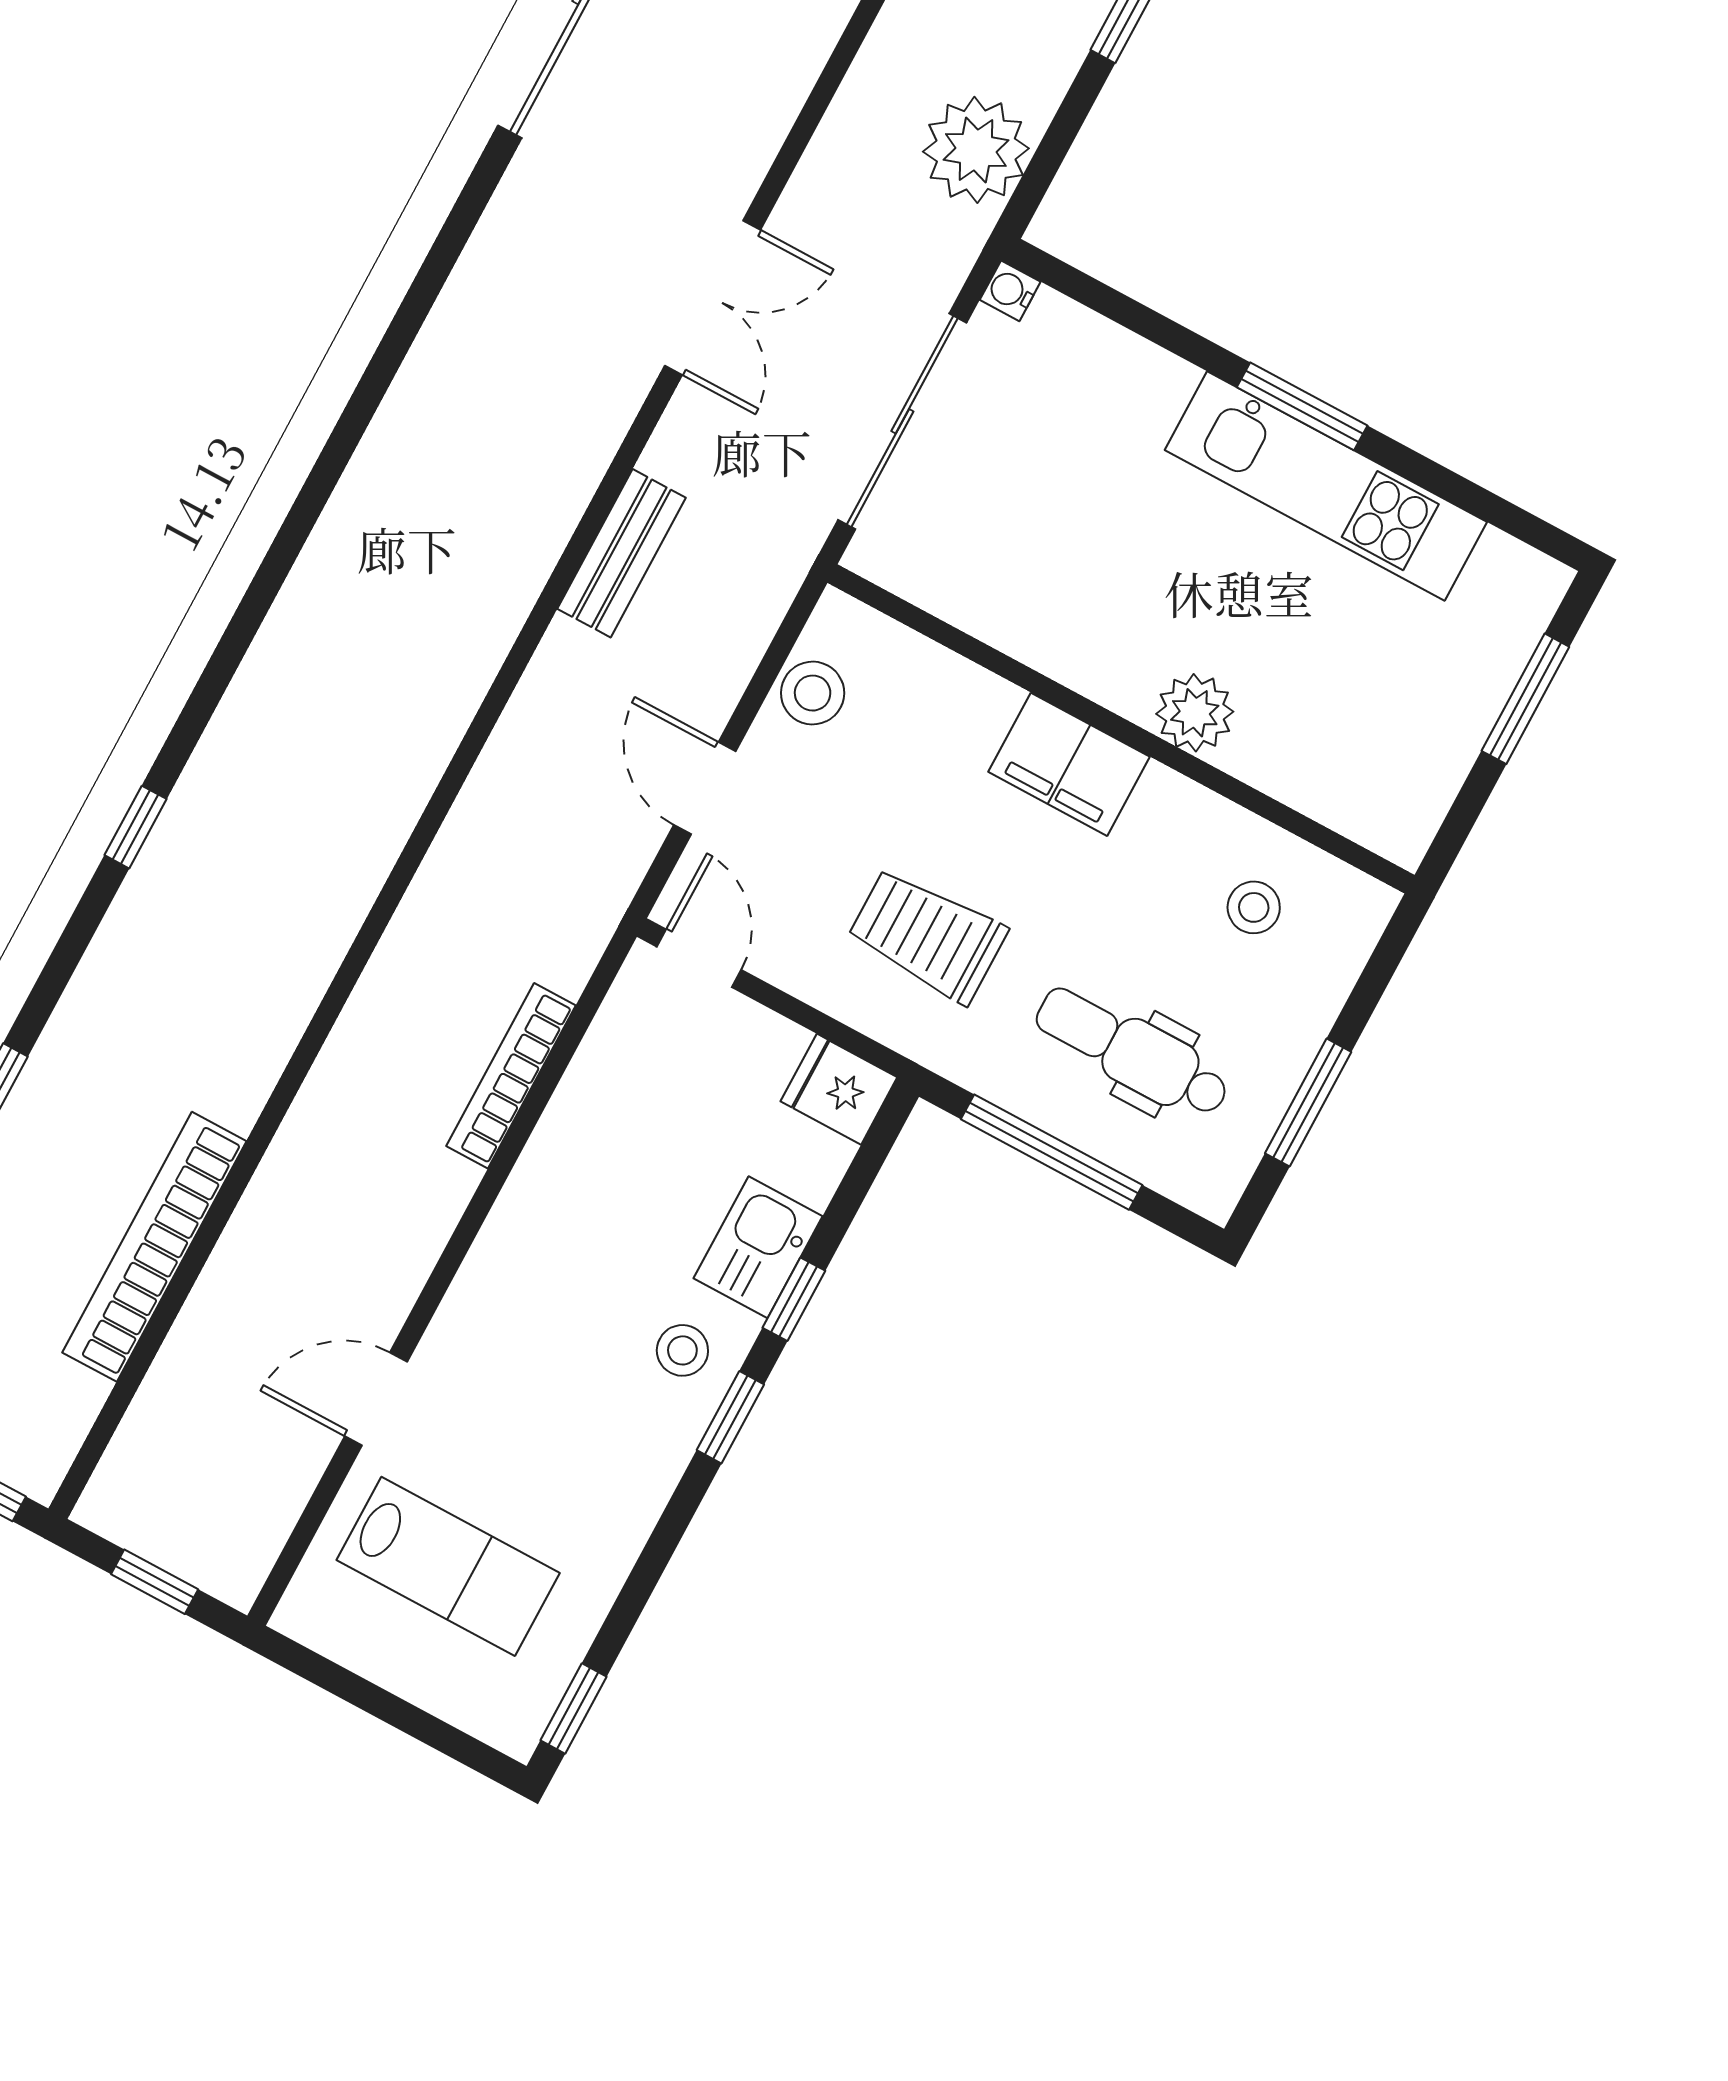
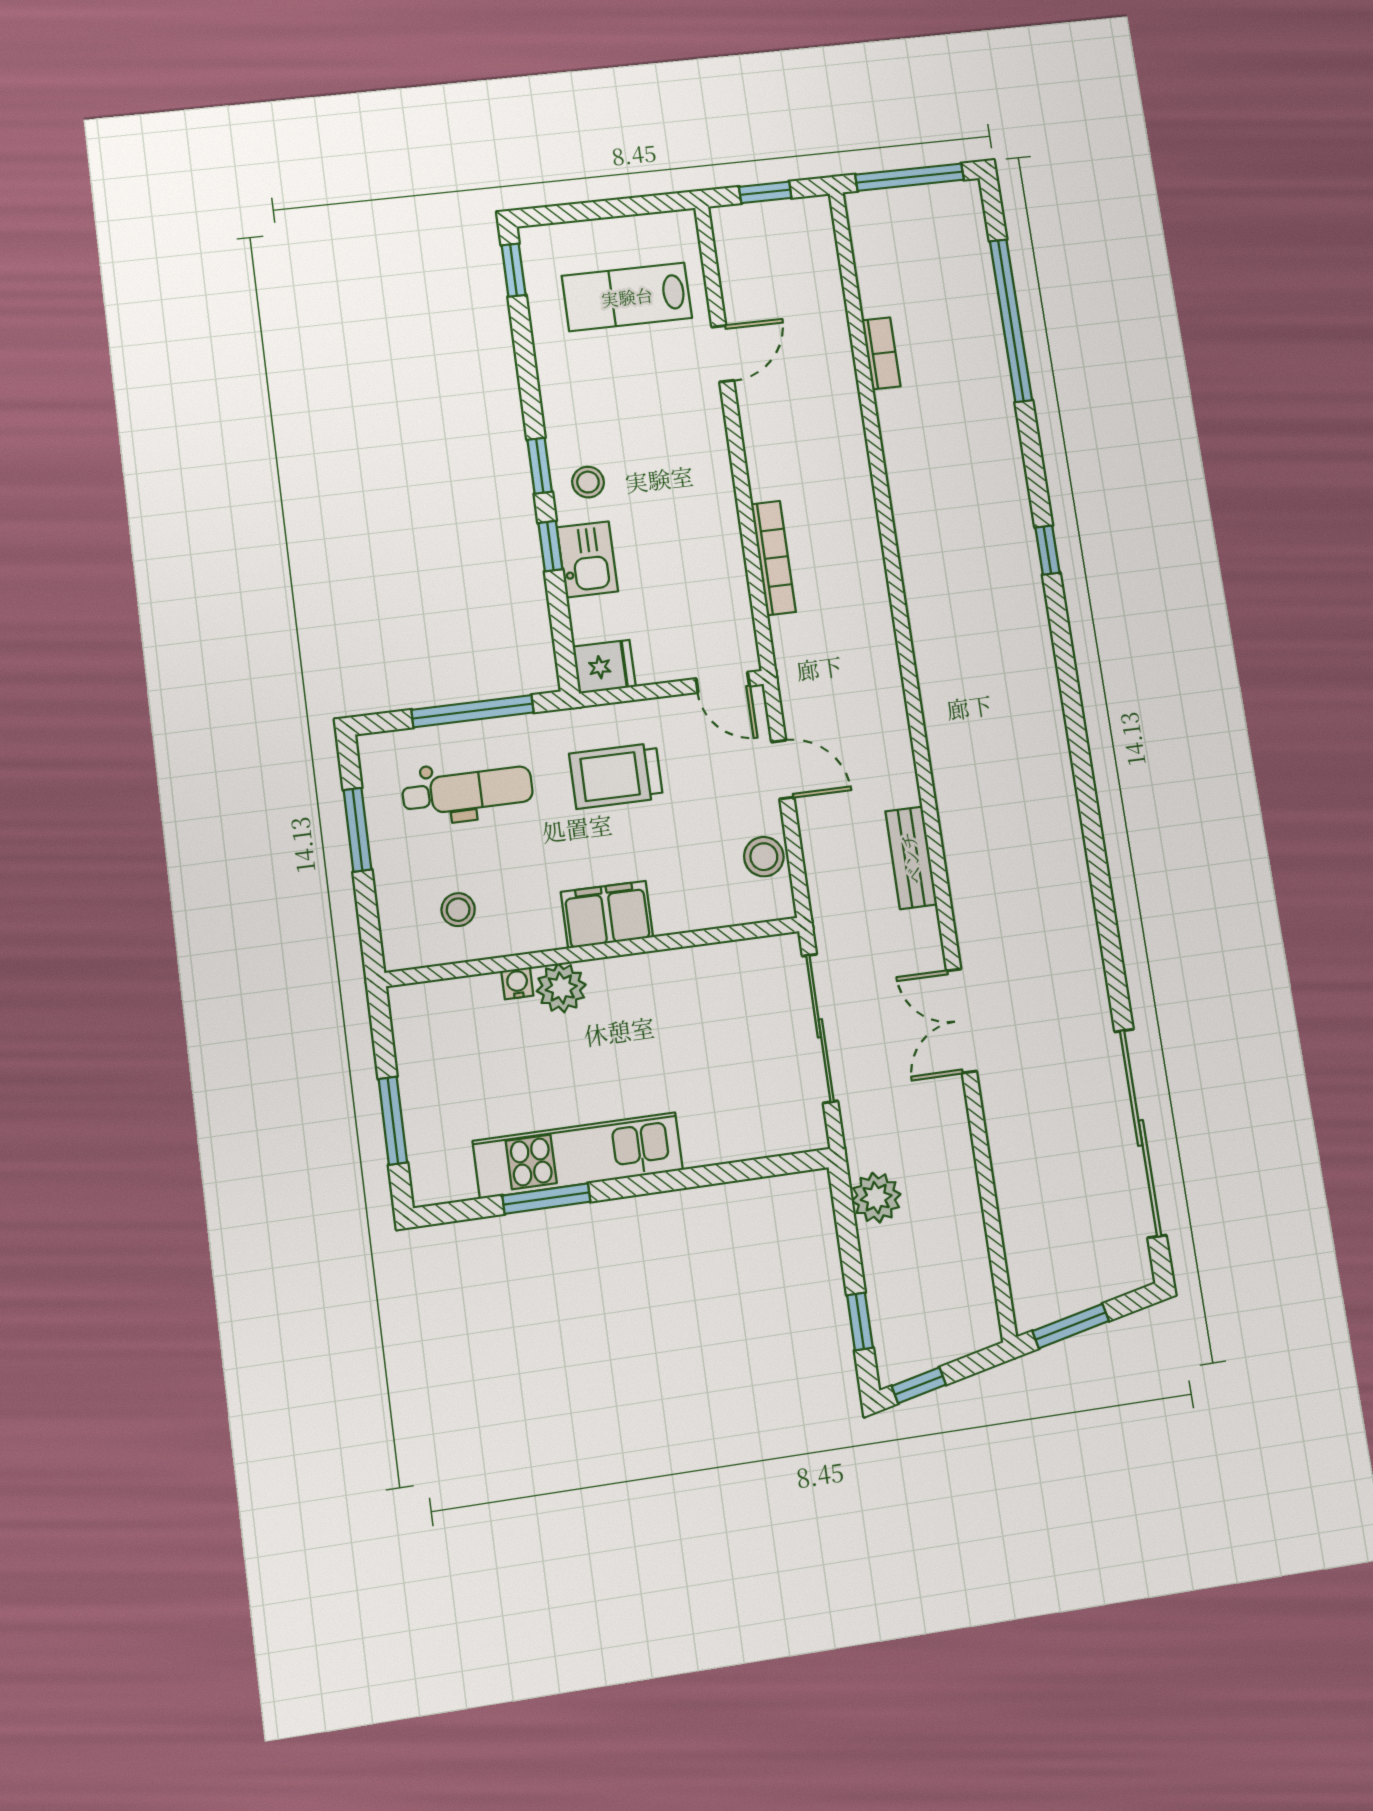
plant: (976, 150) -> (876, 1198), width x0.73, depth x0.73
water cooler: (1010, 291) -> (517, 983), moved, turned -90
window: (1302, 406) -> (546, 1199), moved
trolley: (927, 935) -> (616, 776), turned 180
bookcase: (154, 1247) -> (881, 353), width x0.43, depth x0.76

